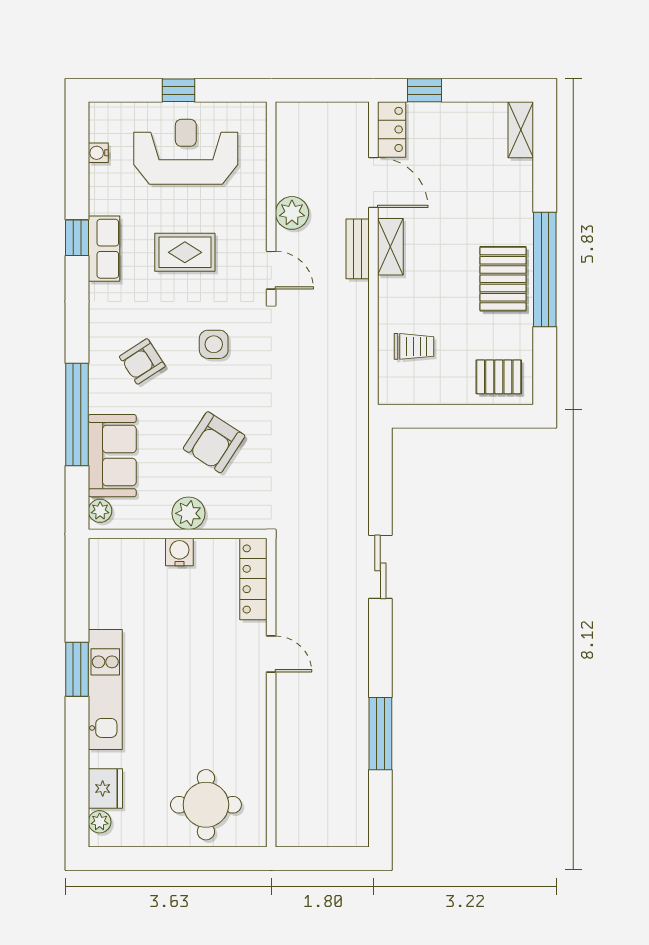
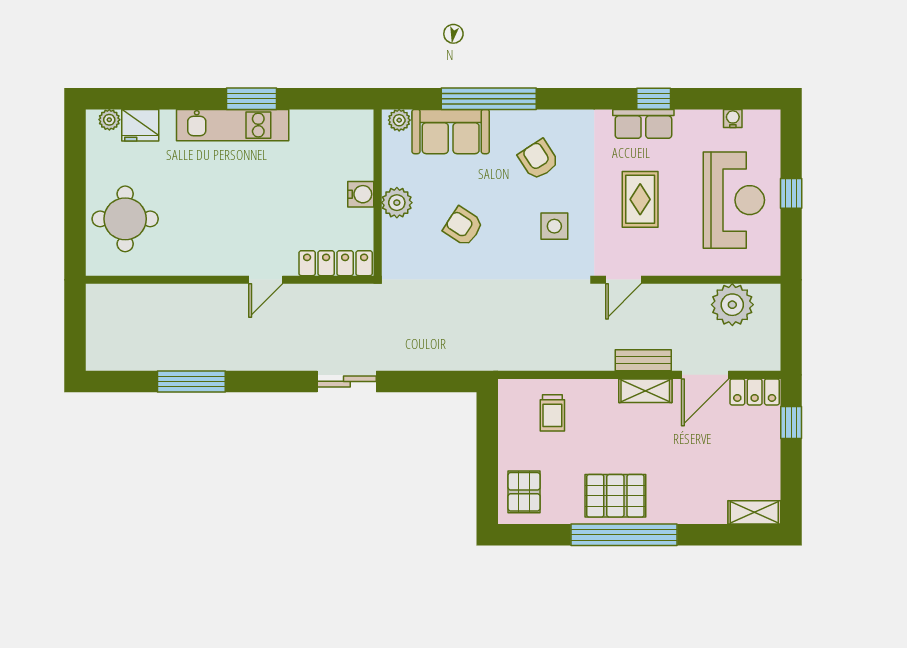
plant: (292, 213) -> (732, 305), moved, width x1.36, depth x1.36
armchair: (214, 442) -> (463, 226), width x0.72, depth x0.72

